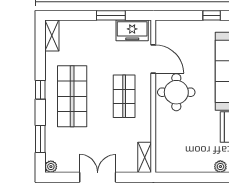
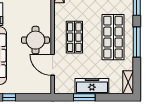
freezer: (132, 30) -> (92, 86), moved, width x1.40
window: (40, 90) -> (137, 42), width x2.17

